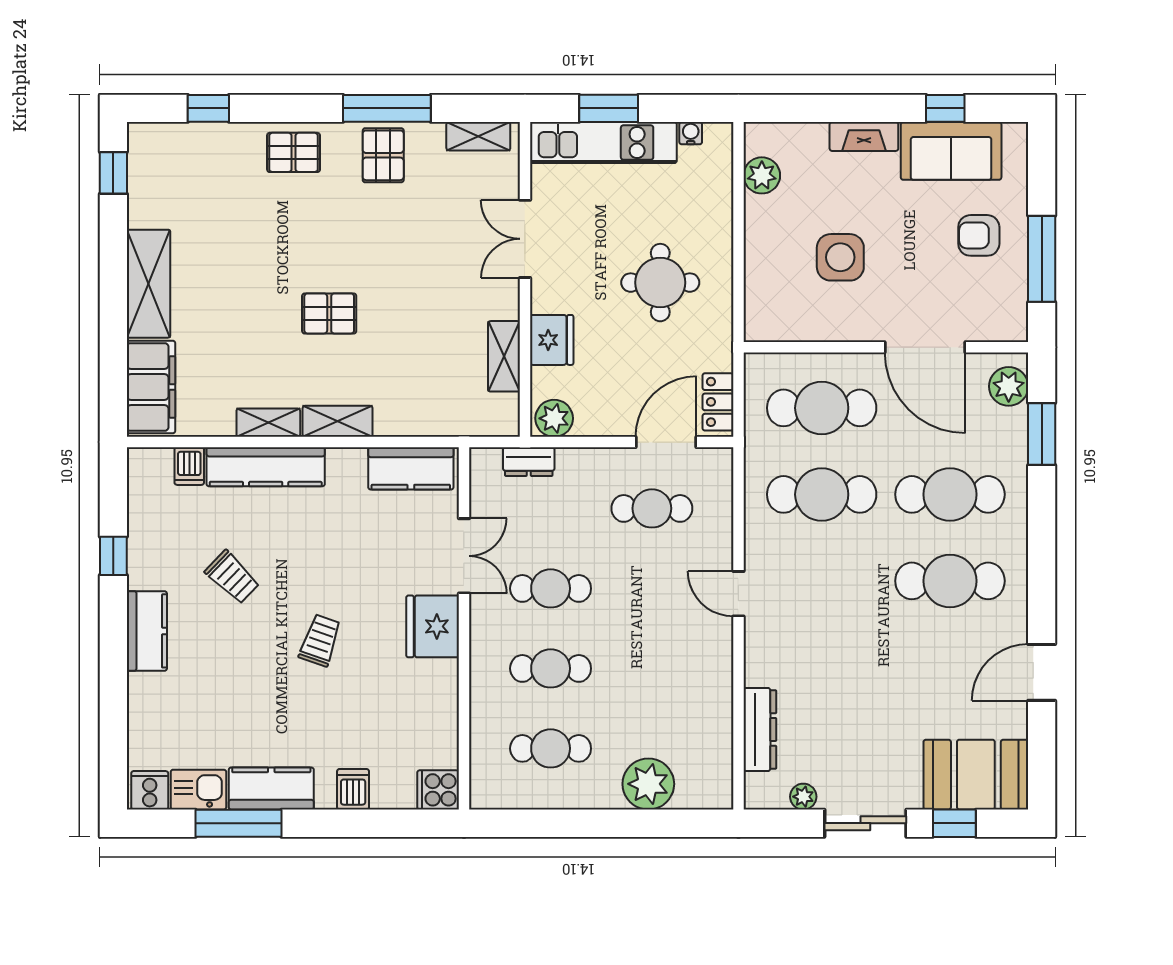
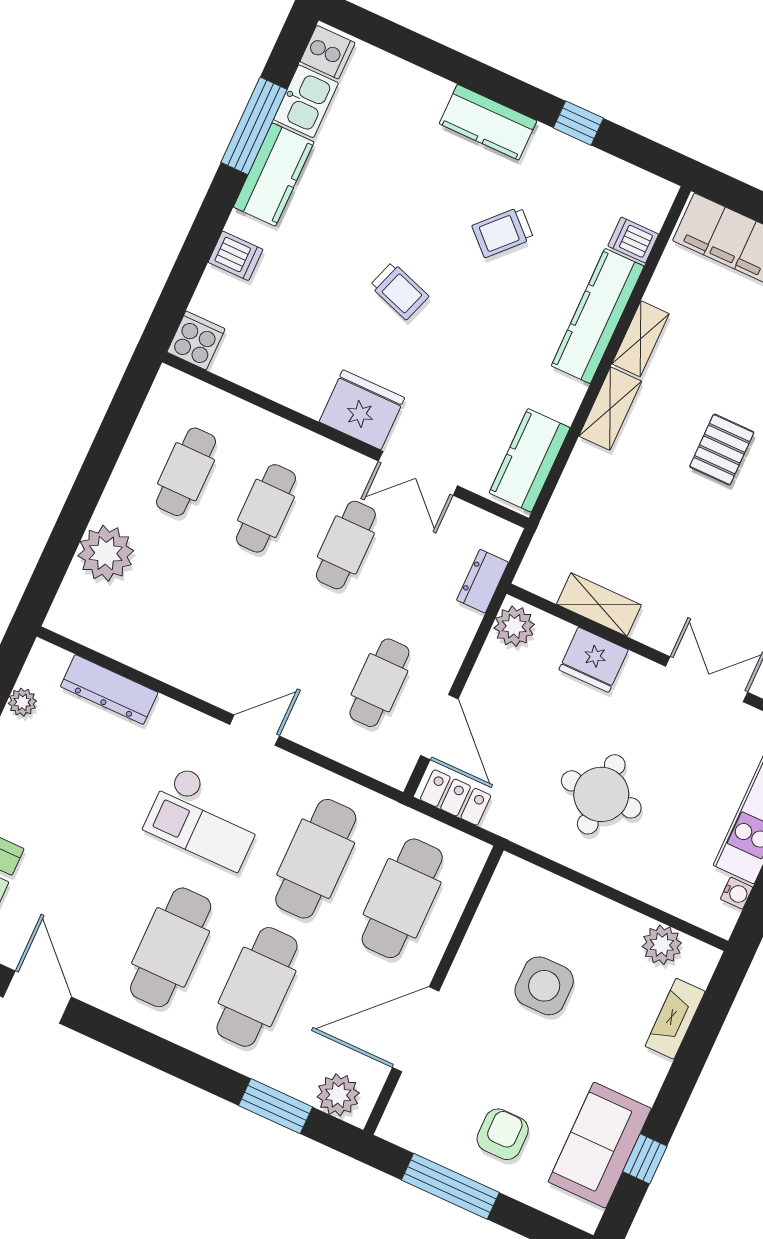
fireplace: (864, 136) -> (675, 1019), moved
checkout: (830, 601) -> (205, 818), added

